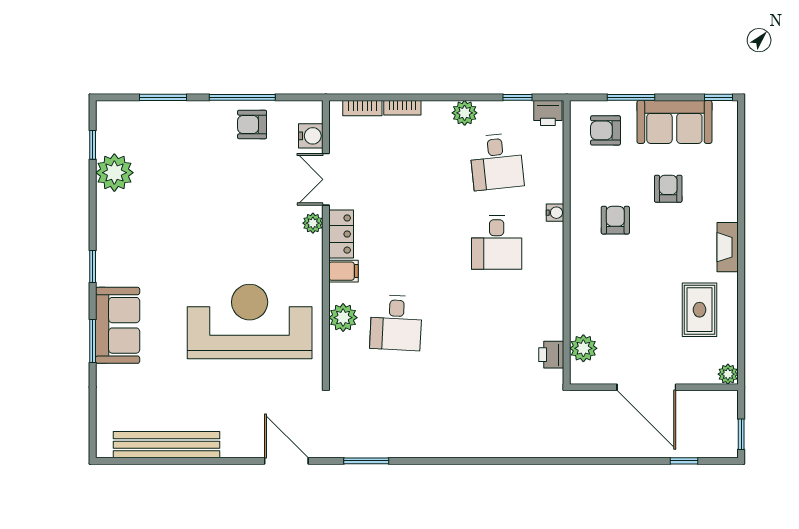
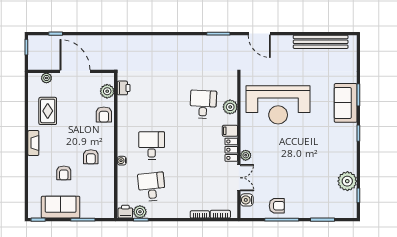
plant: (465, 113) -> (140, 212), moved
armchair: (606, 130) -> (104, 114), moved, turned 90
plant: (728, 374) -> (46, 78), moved

